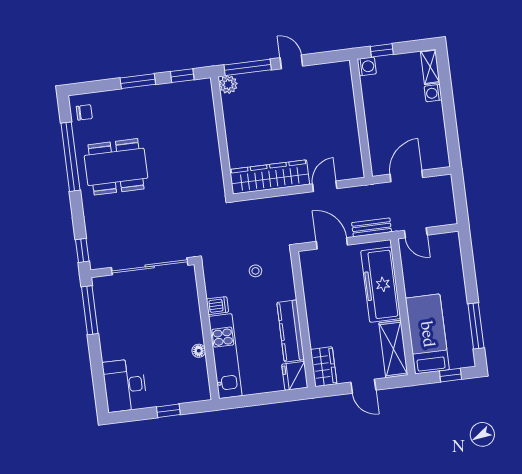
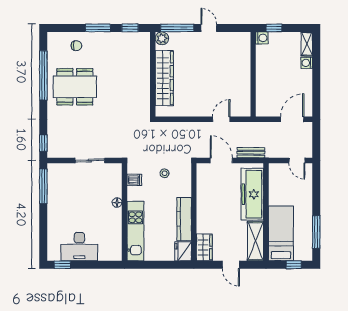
chair: (84, 112) -> (76, 46), moved
door: (406, 176) -> (292, 119), moved
wardrobe: (270, 177) -> (164, 78), moved, turned 90
door: (416, 233) -> (297, 160), moved
sliding door: (150, 266) -> (90, 160), width x0.54
dishwasher: (217, 306) -> (134, 180), moved
floor lamp: (199, 351) -> (117, 203), moved
desk: (125, 385) -> (79, 247), moved, turned -90
window: (168, 411) -> (62, 265), moved

